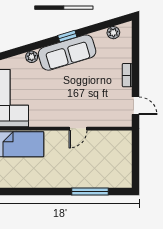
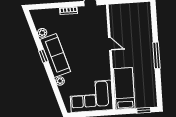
plant: (113, 33) -> (42, 33), moved
window: (90, 191) -> (156, 55), moved

